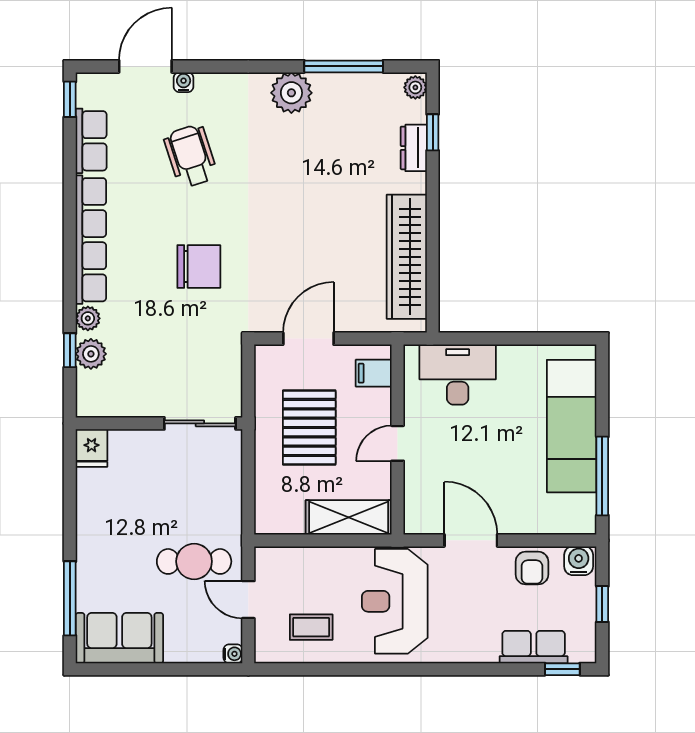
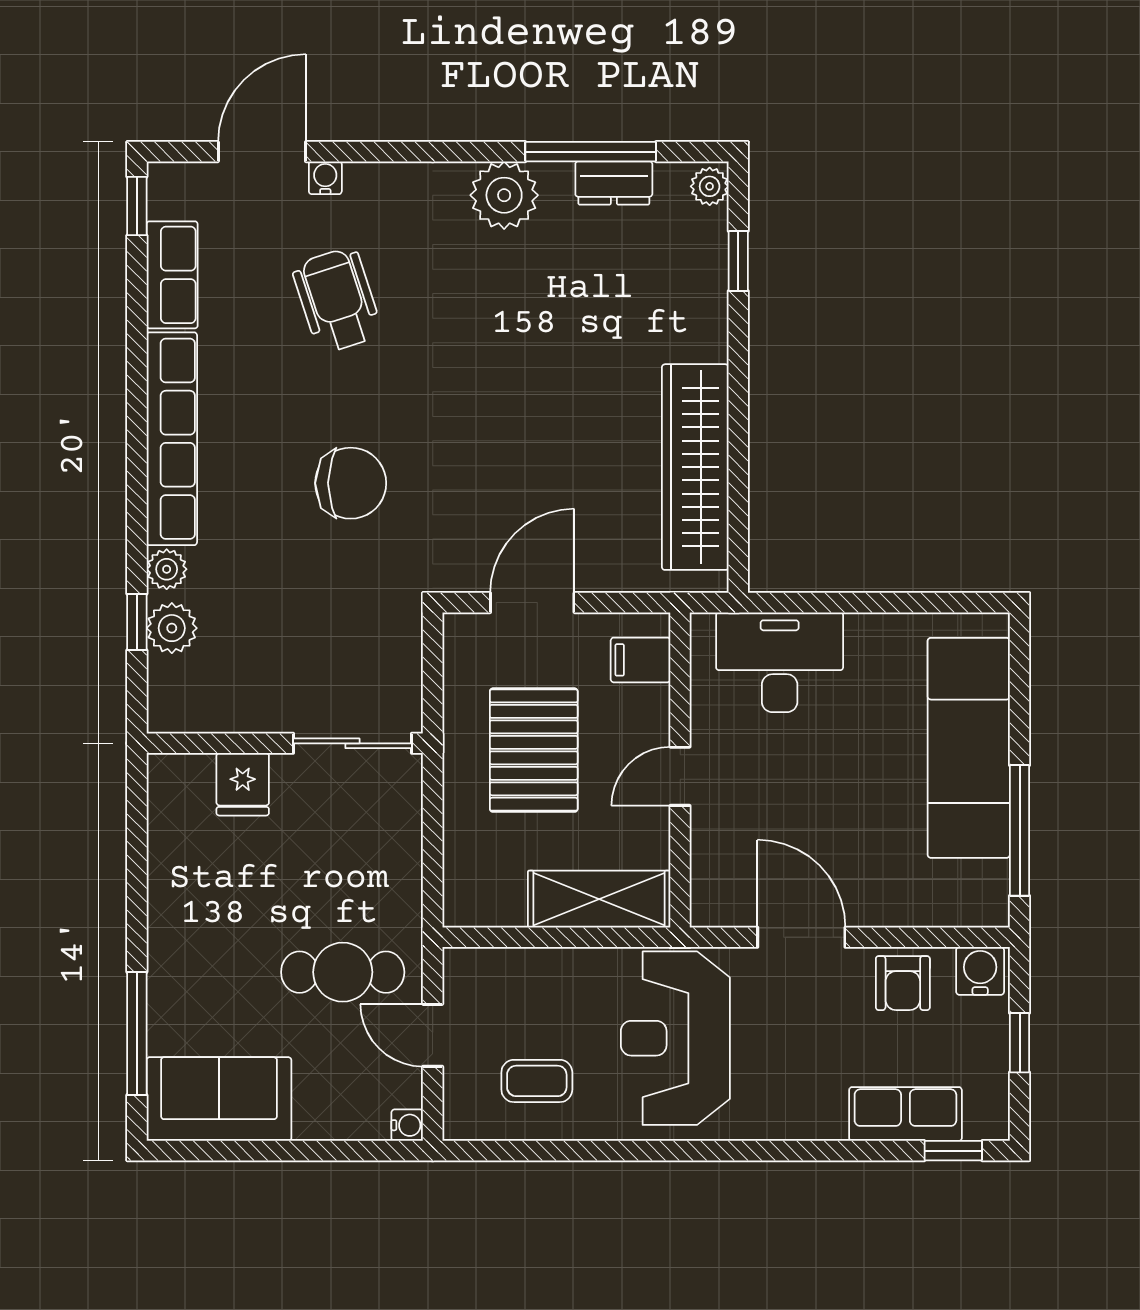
dresser: (414, 148) -> (614, 183), moved, turned -90
fridge: (92, 448) -> (243, 784), moved

